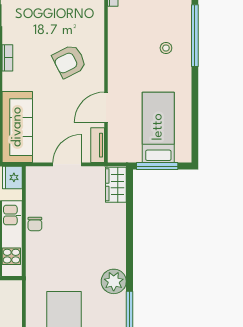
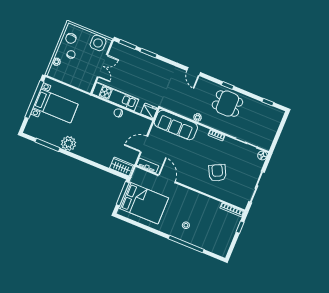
armchair: (69, 61) -> (217, 173), moved
bed: (158, 127) -> (144, 203), width x1.50
door: (67, 164) -> (144, 144), swing flipped

